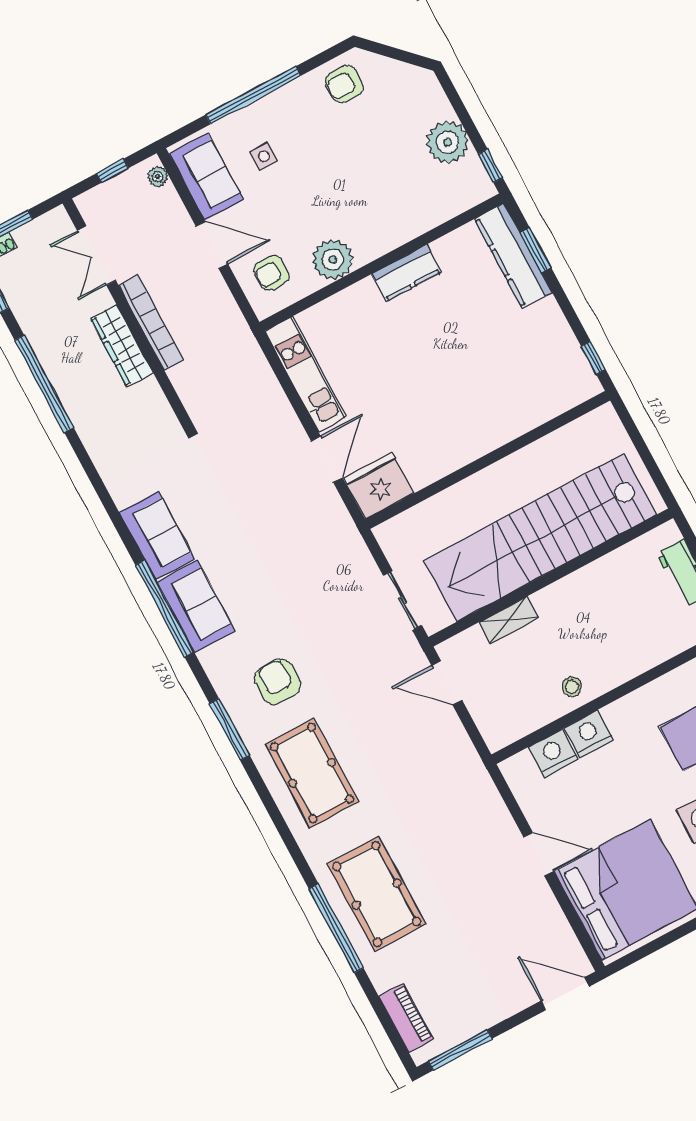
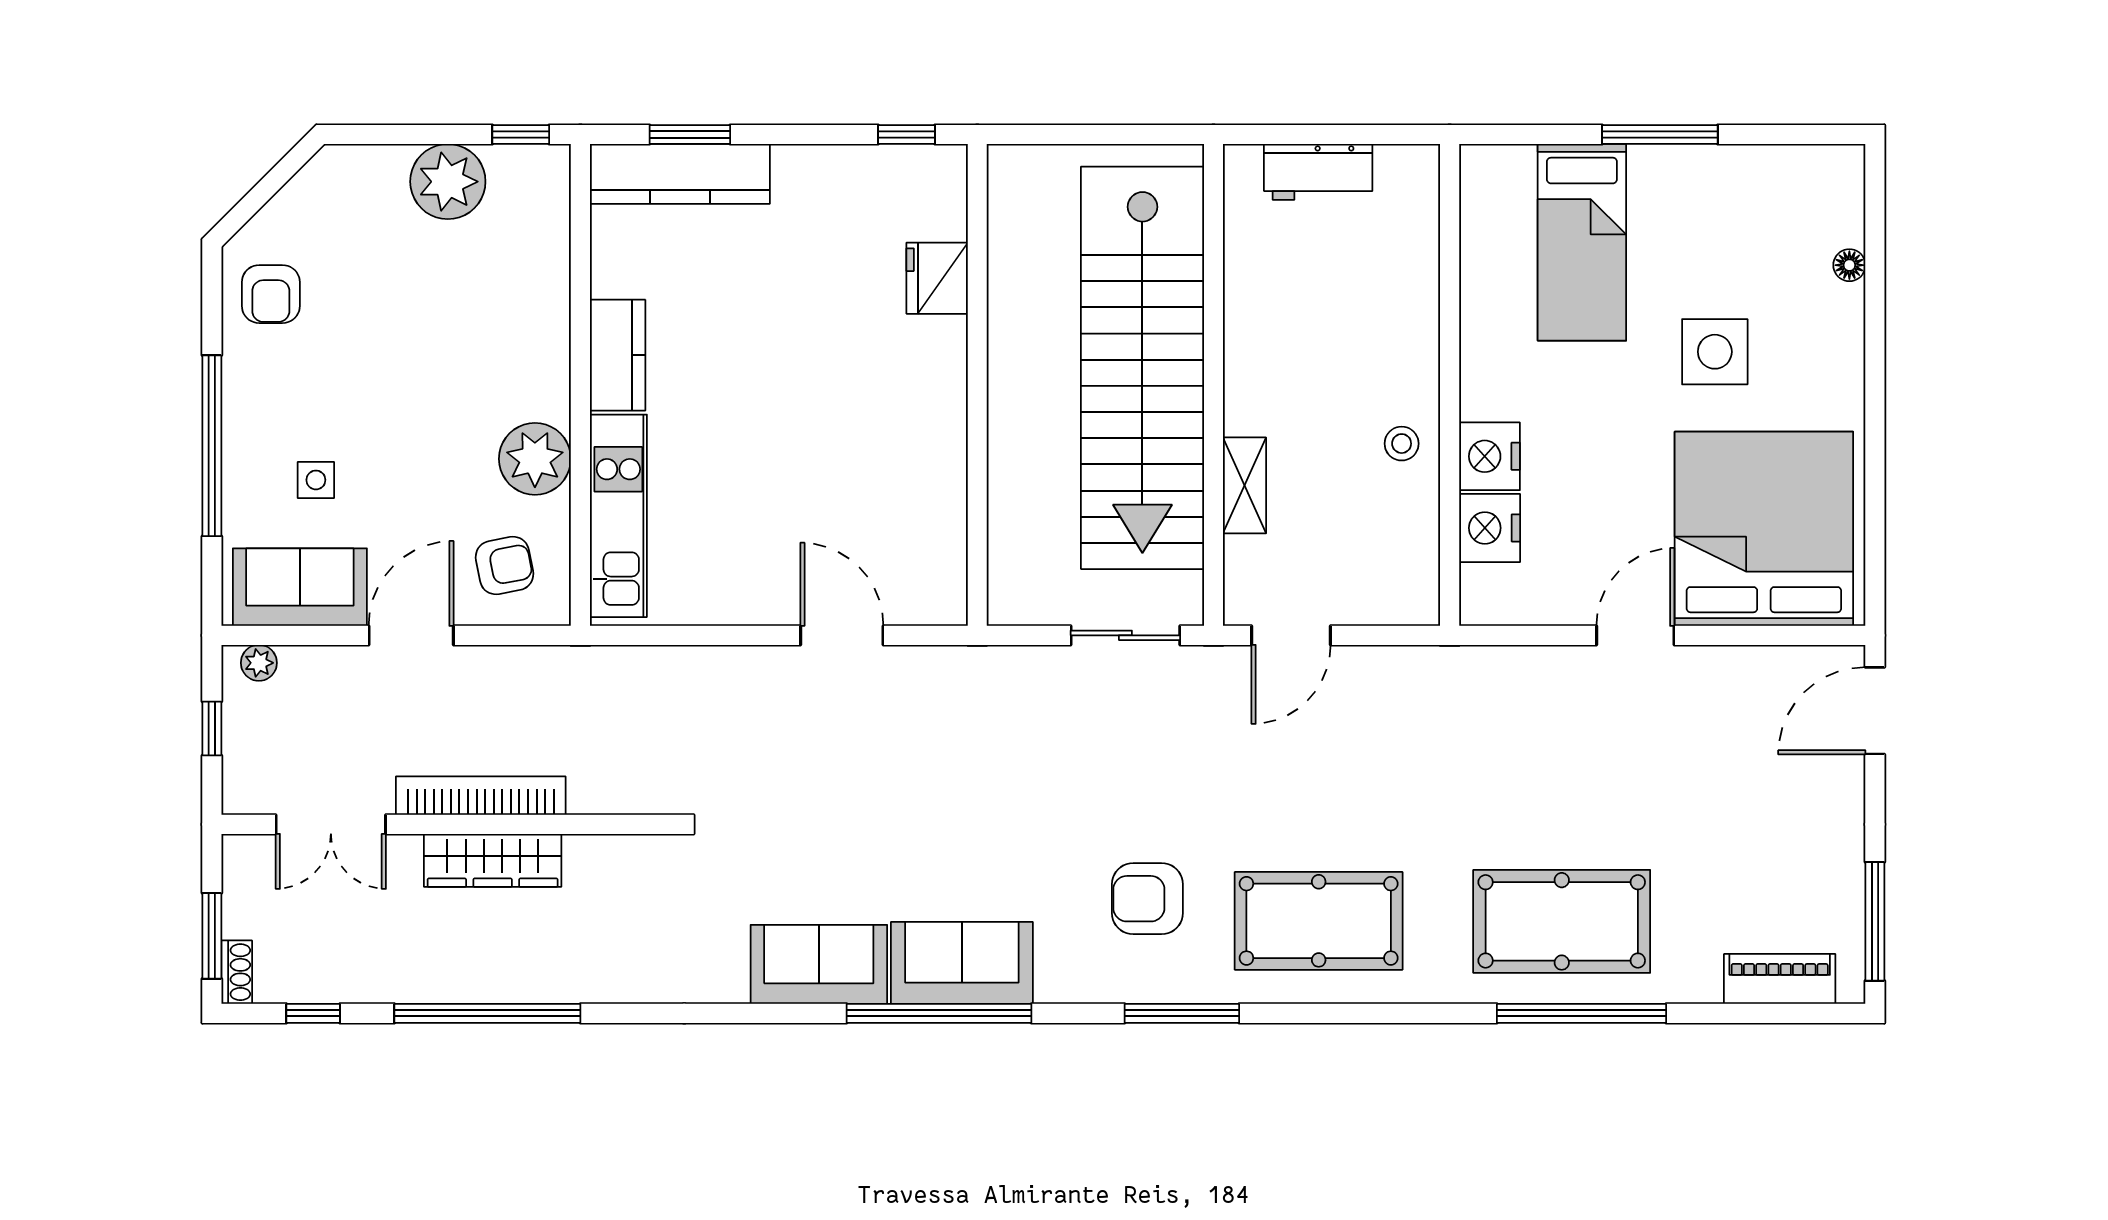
armchair: (272, 273) -> (505, 566), turned -101
kitchen unit: (306, 374) -> (618, 516), moved, turned 90
fridge: (379, 486) -> (937, 278), moved, width x0.73, depth x0.75

